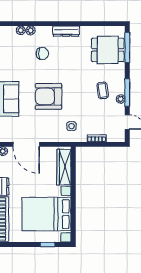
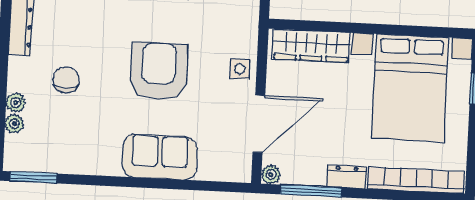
armchair: (49, 96) -> (159, 71), turned 180
side table: (71, 126) -> (240, 69), moved

